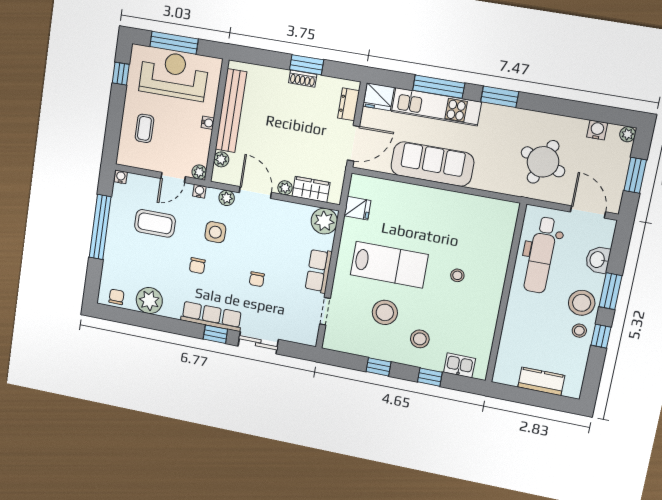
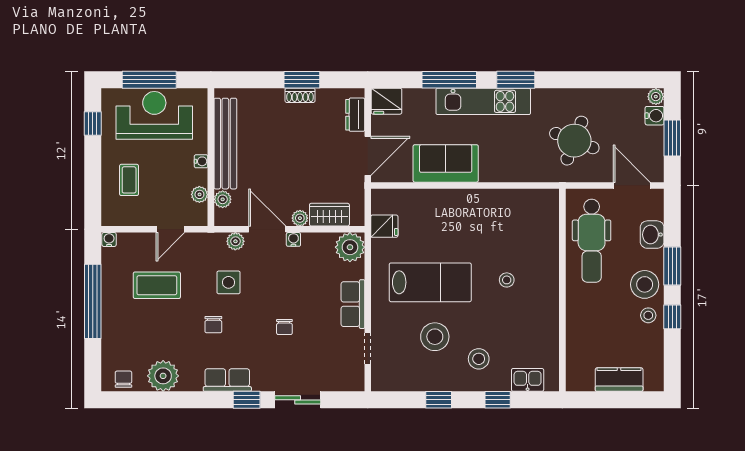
kitchen unit: (436, 107) -> (483, 101), moved
water cooler: (597, 130) -> (655, 116), moved, turned 90
sofa: (432, 164) -> (446, 163), width x0.73
plant: (199, 172) -> (199, 194), moved
water cooler: (199, 191) -> (293, 239), moved
row of seats: (211, 316) -> (227, 380), width x0.68

